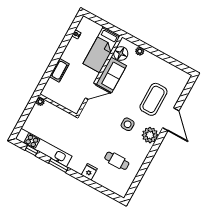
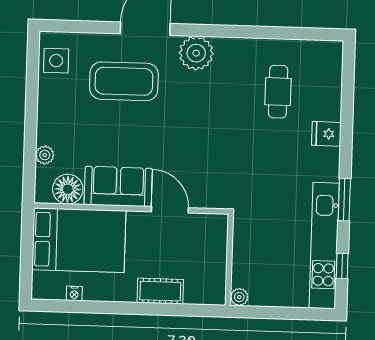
bed: (102, 50) -> (79, 240), width x1.50
side table: (128, 124) -> (56, 61), moved

